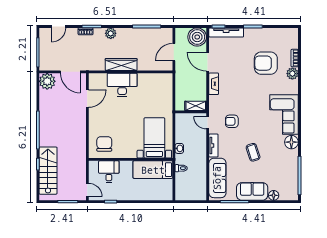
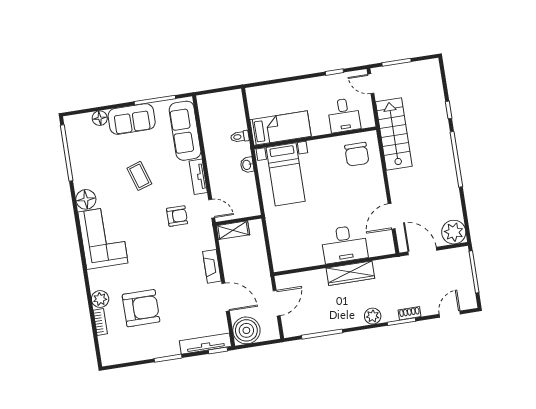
stairs: (48, 171) -> (394, 134), moved, turned 180

